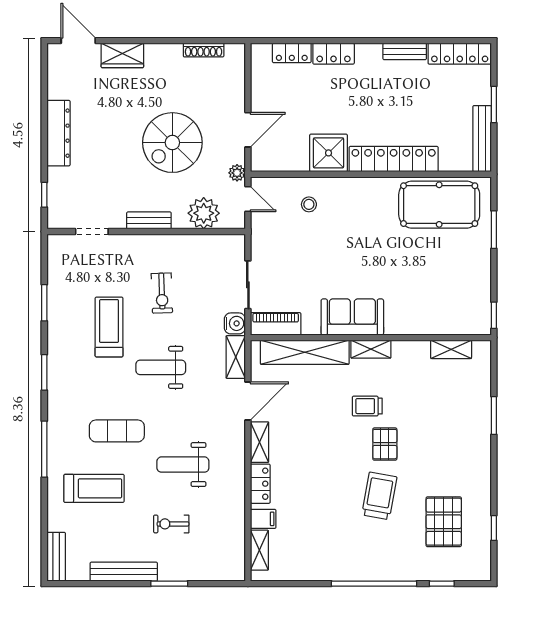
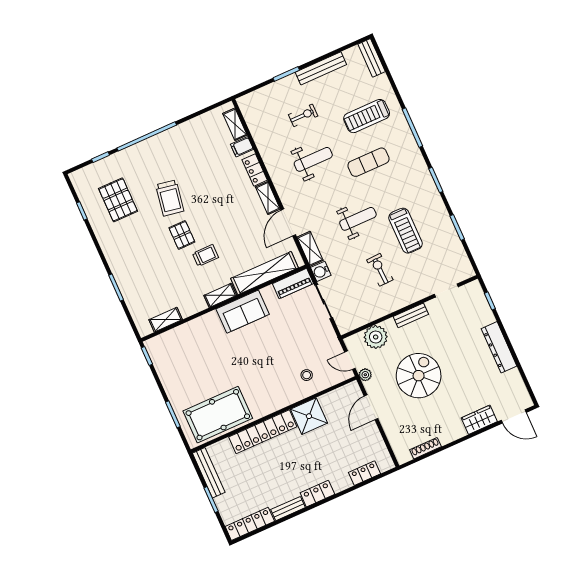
locker: (334, 54) -> (317, 494), moved

